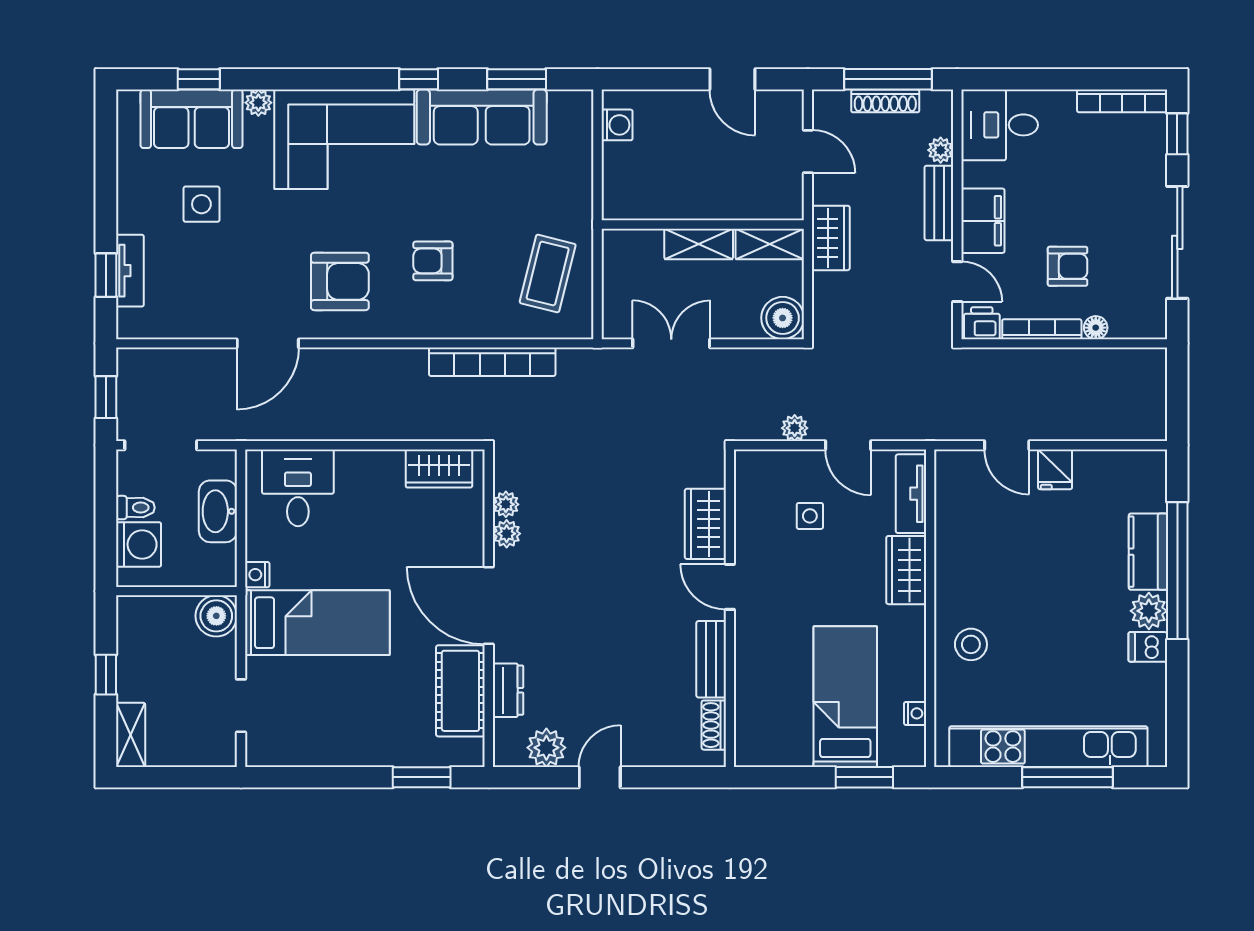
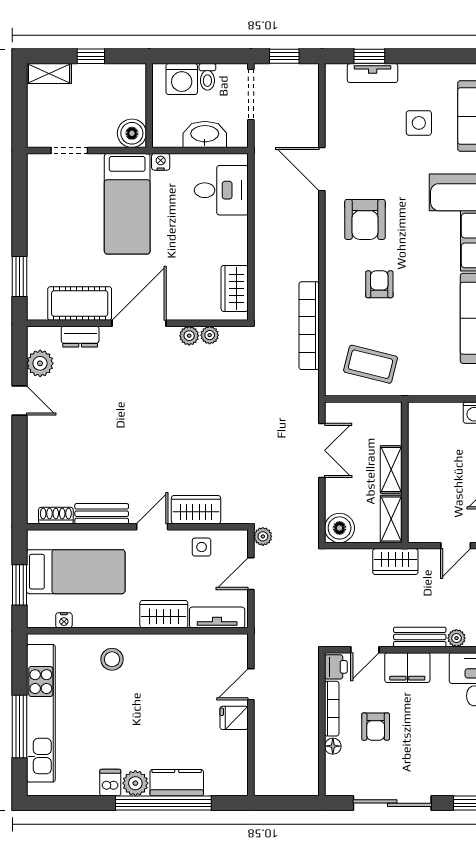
wardrobe: (705, 524) -> (196, 510), moved
door: (730, 587) -> (152, 527), moved
wall: (730, 608) -> (137, 527), moved
bench: (711, 659) -> (102, 514), moved
shoe rack: (714, 725) -> (56, 516), moved

